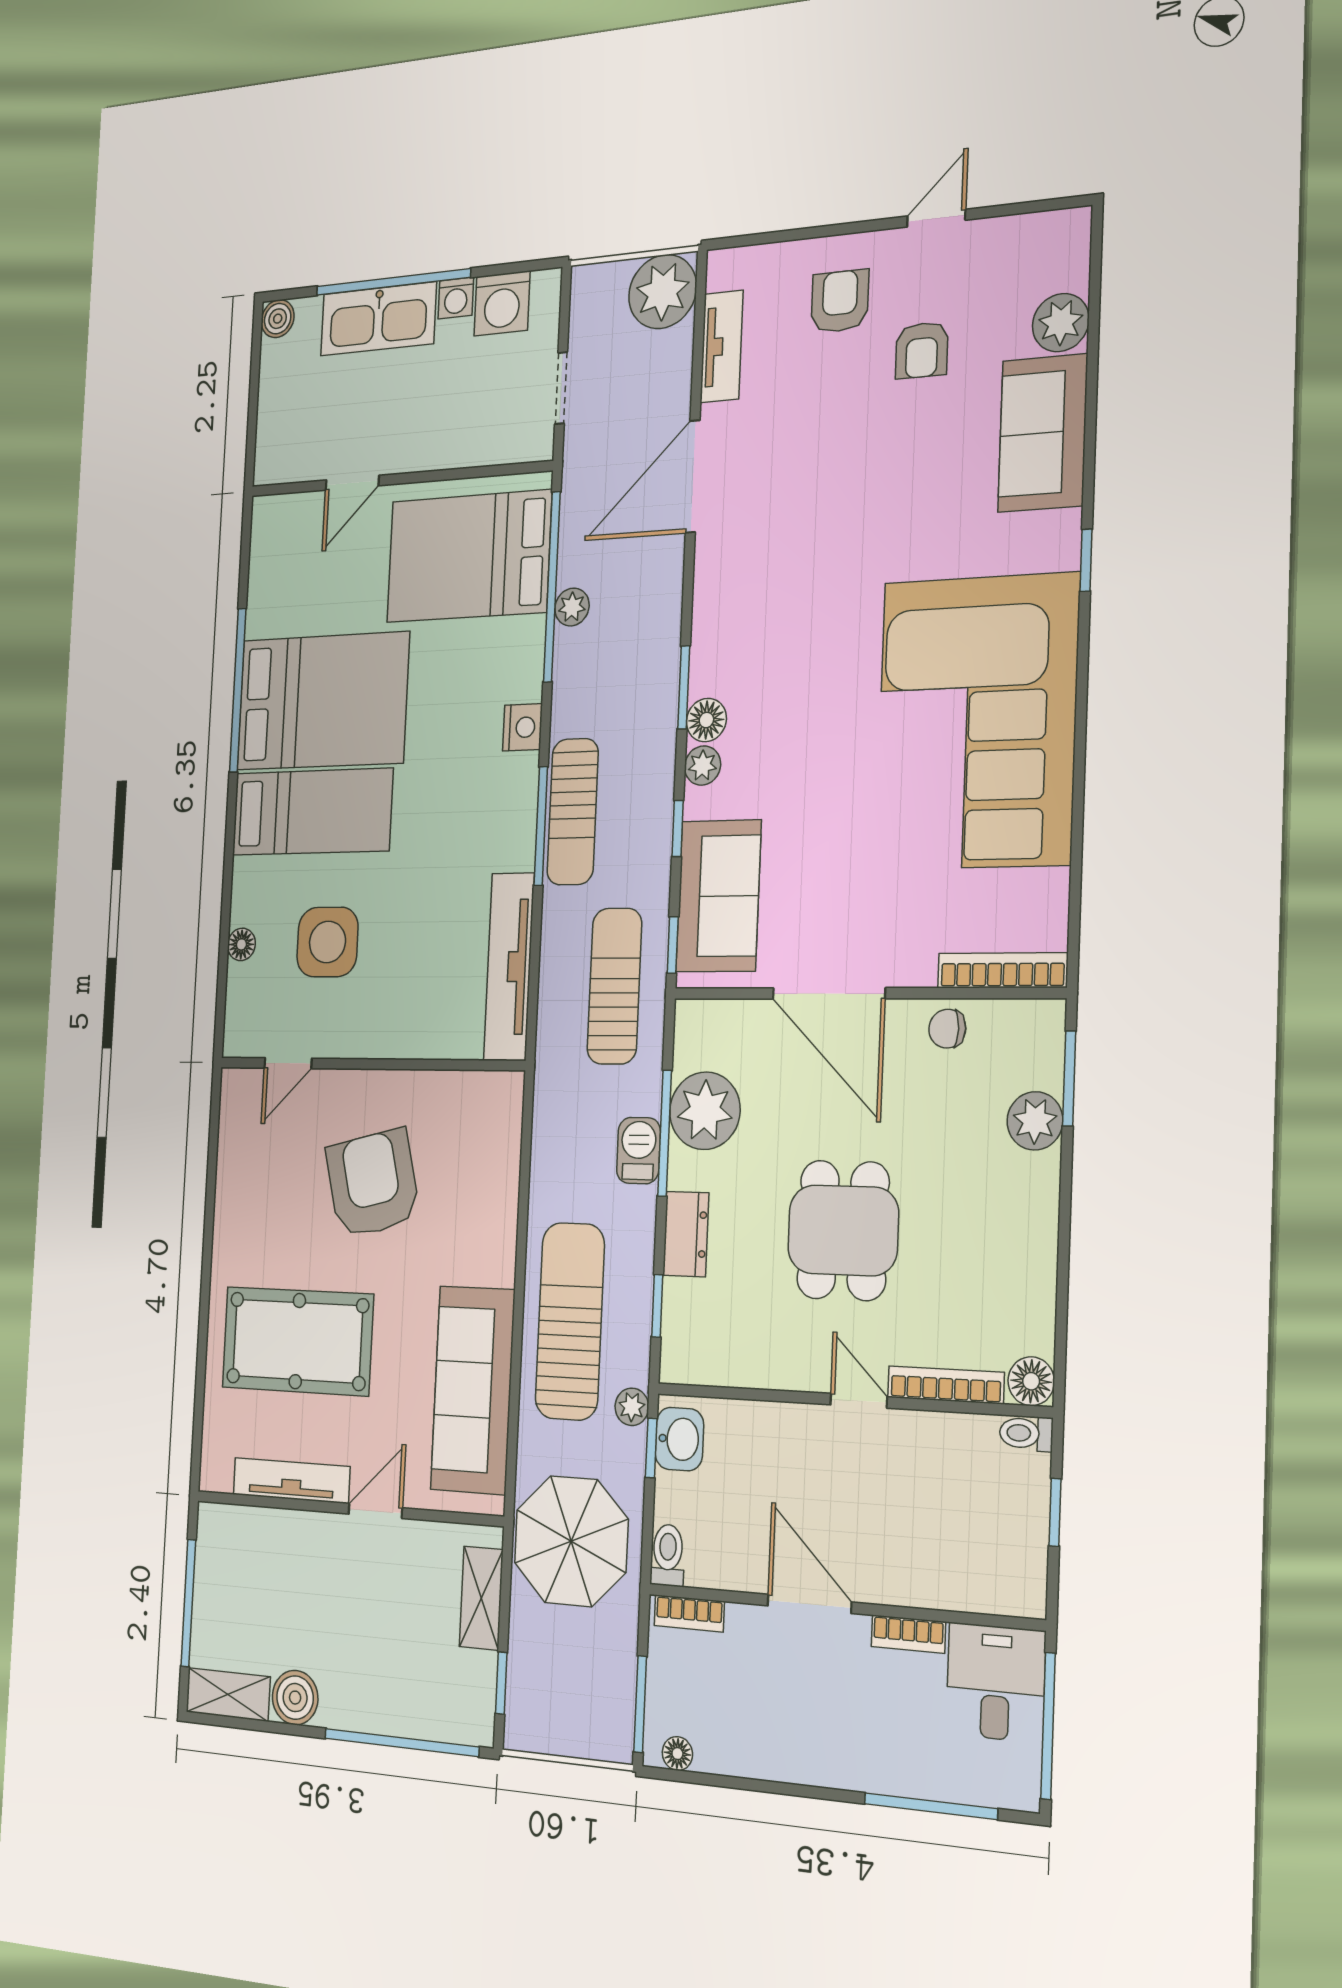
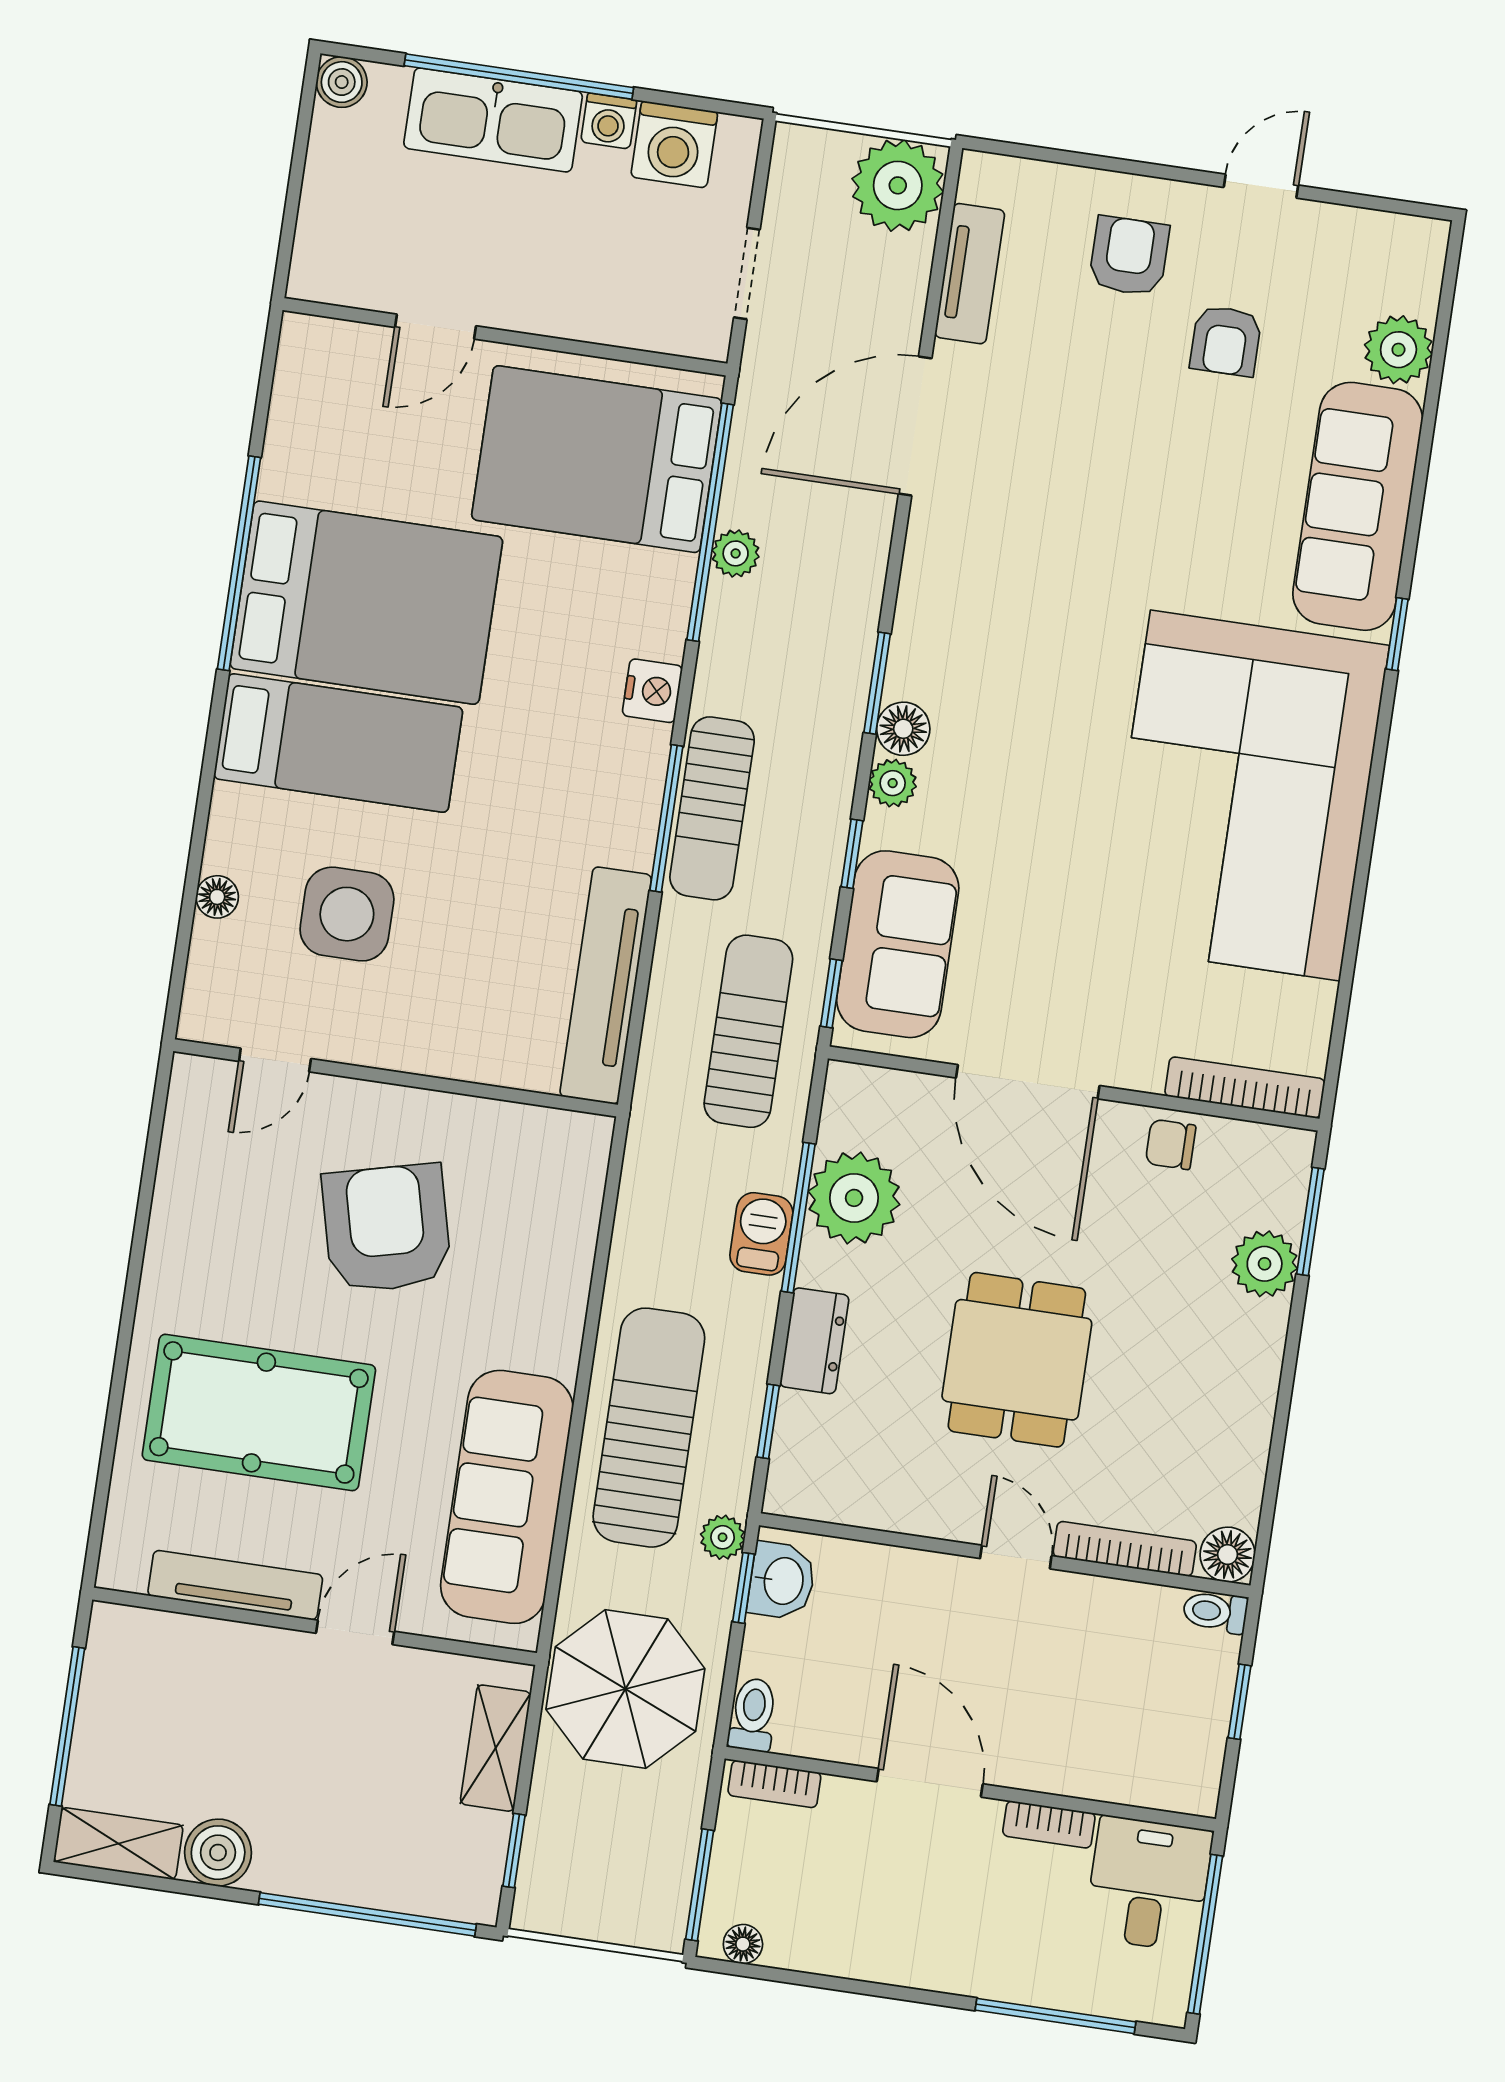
sofa: (1043, 433) -> (1358, 506), width x1.36

